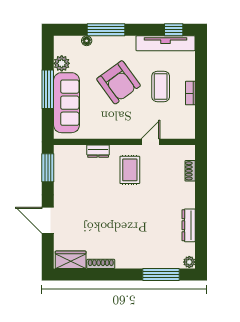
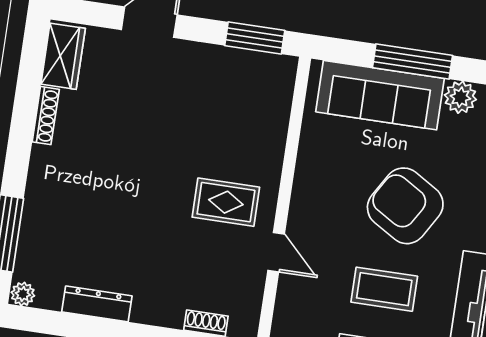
armchair: (119, 82) -> (405, 206), turned 67
dresser: (98, 151) -> (273, 144), removed

